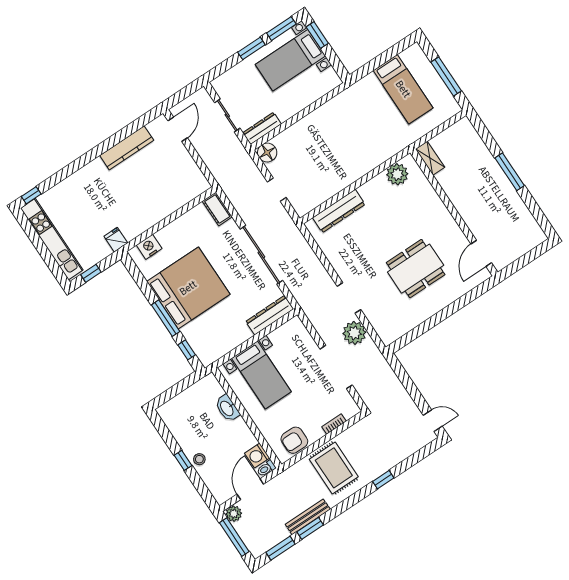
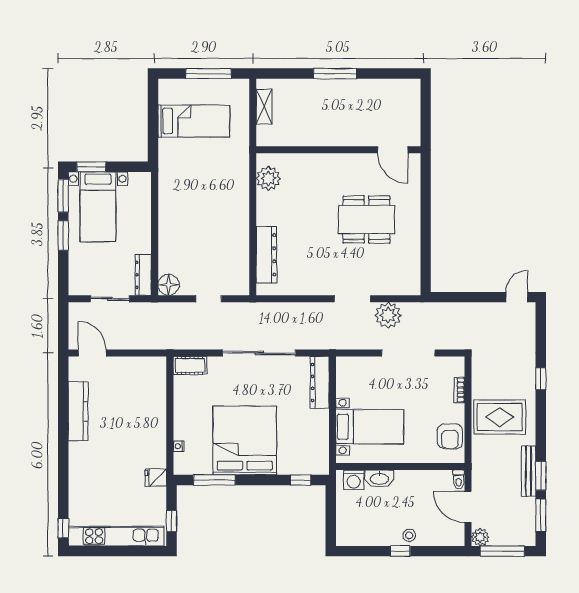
shelving: (430, 158) -> (264, 107), moved, turned 90
nightstand: (149, 247) -> (179, 446), width x0.53, depth x0.56
dining table: (416, 269) -> (366, 219), turned 90
window: (166, 318) -> (214, 480), moved
washing machine: (257, 456) -> (354, 480), moved

